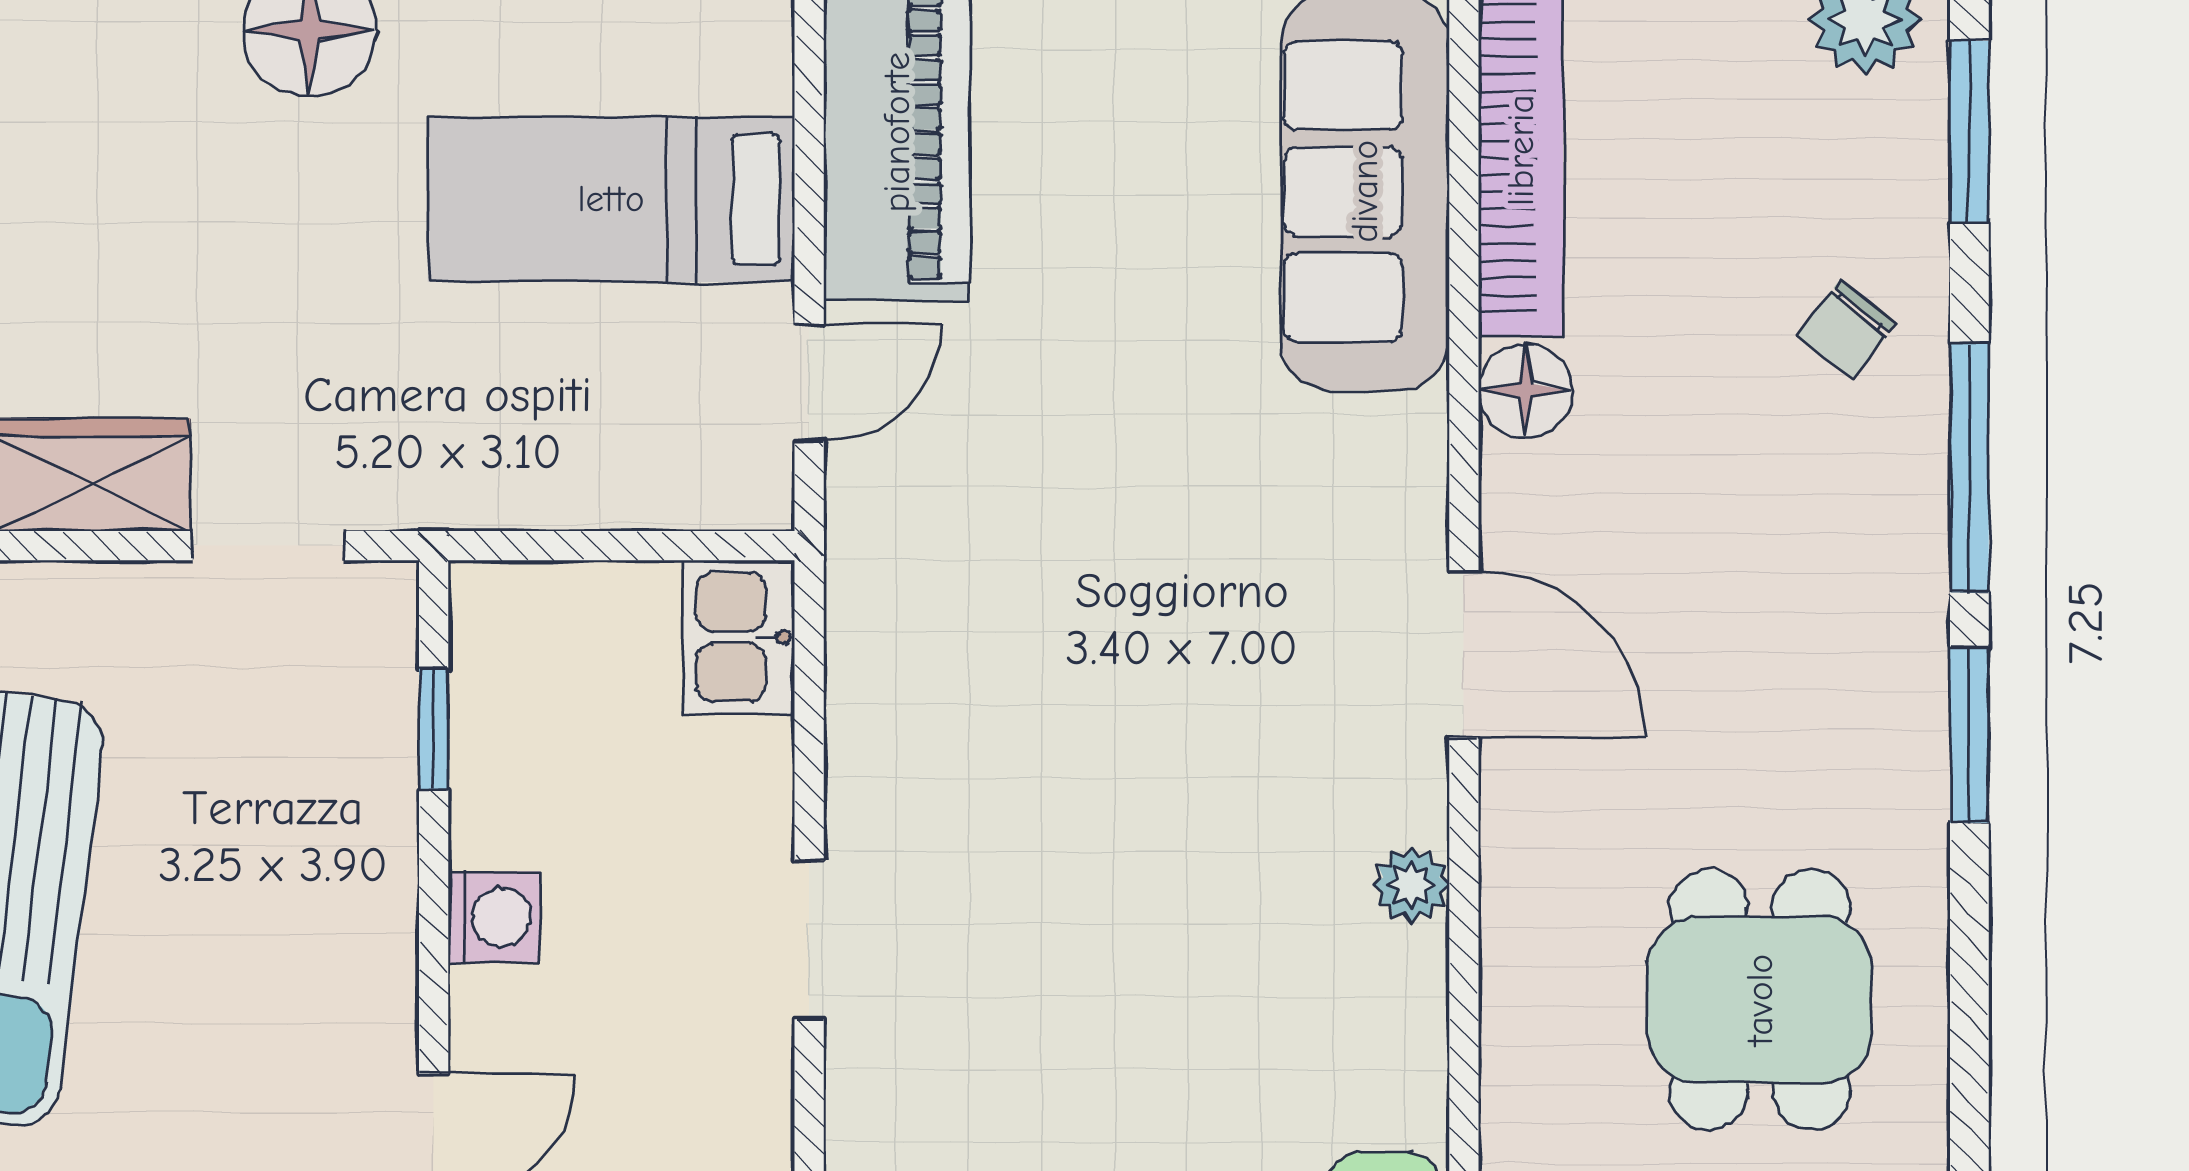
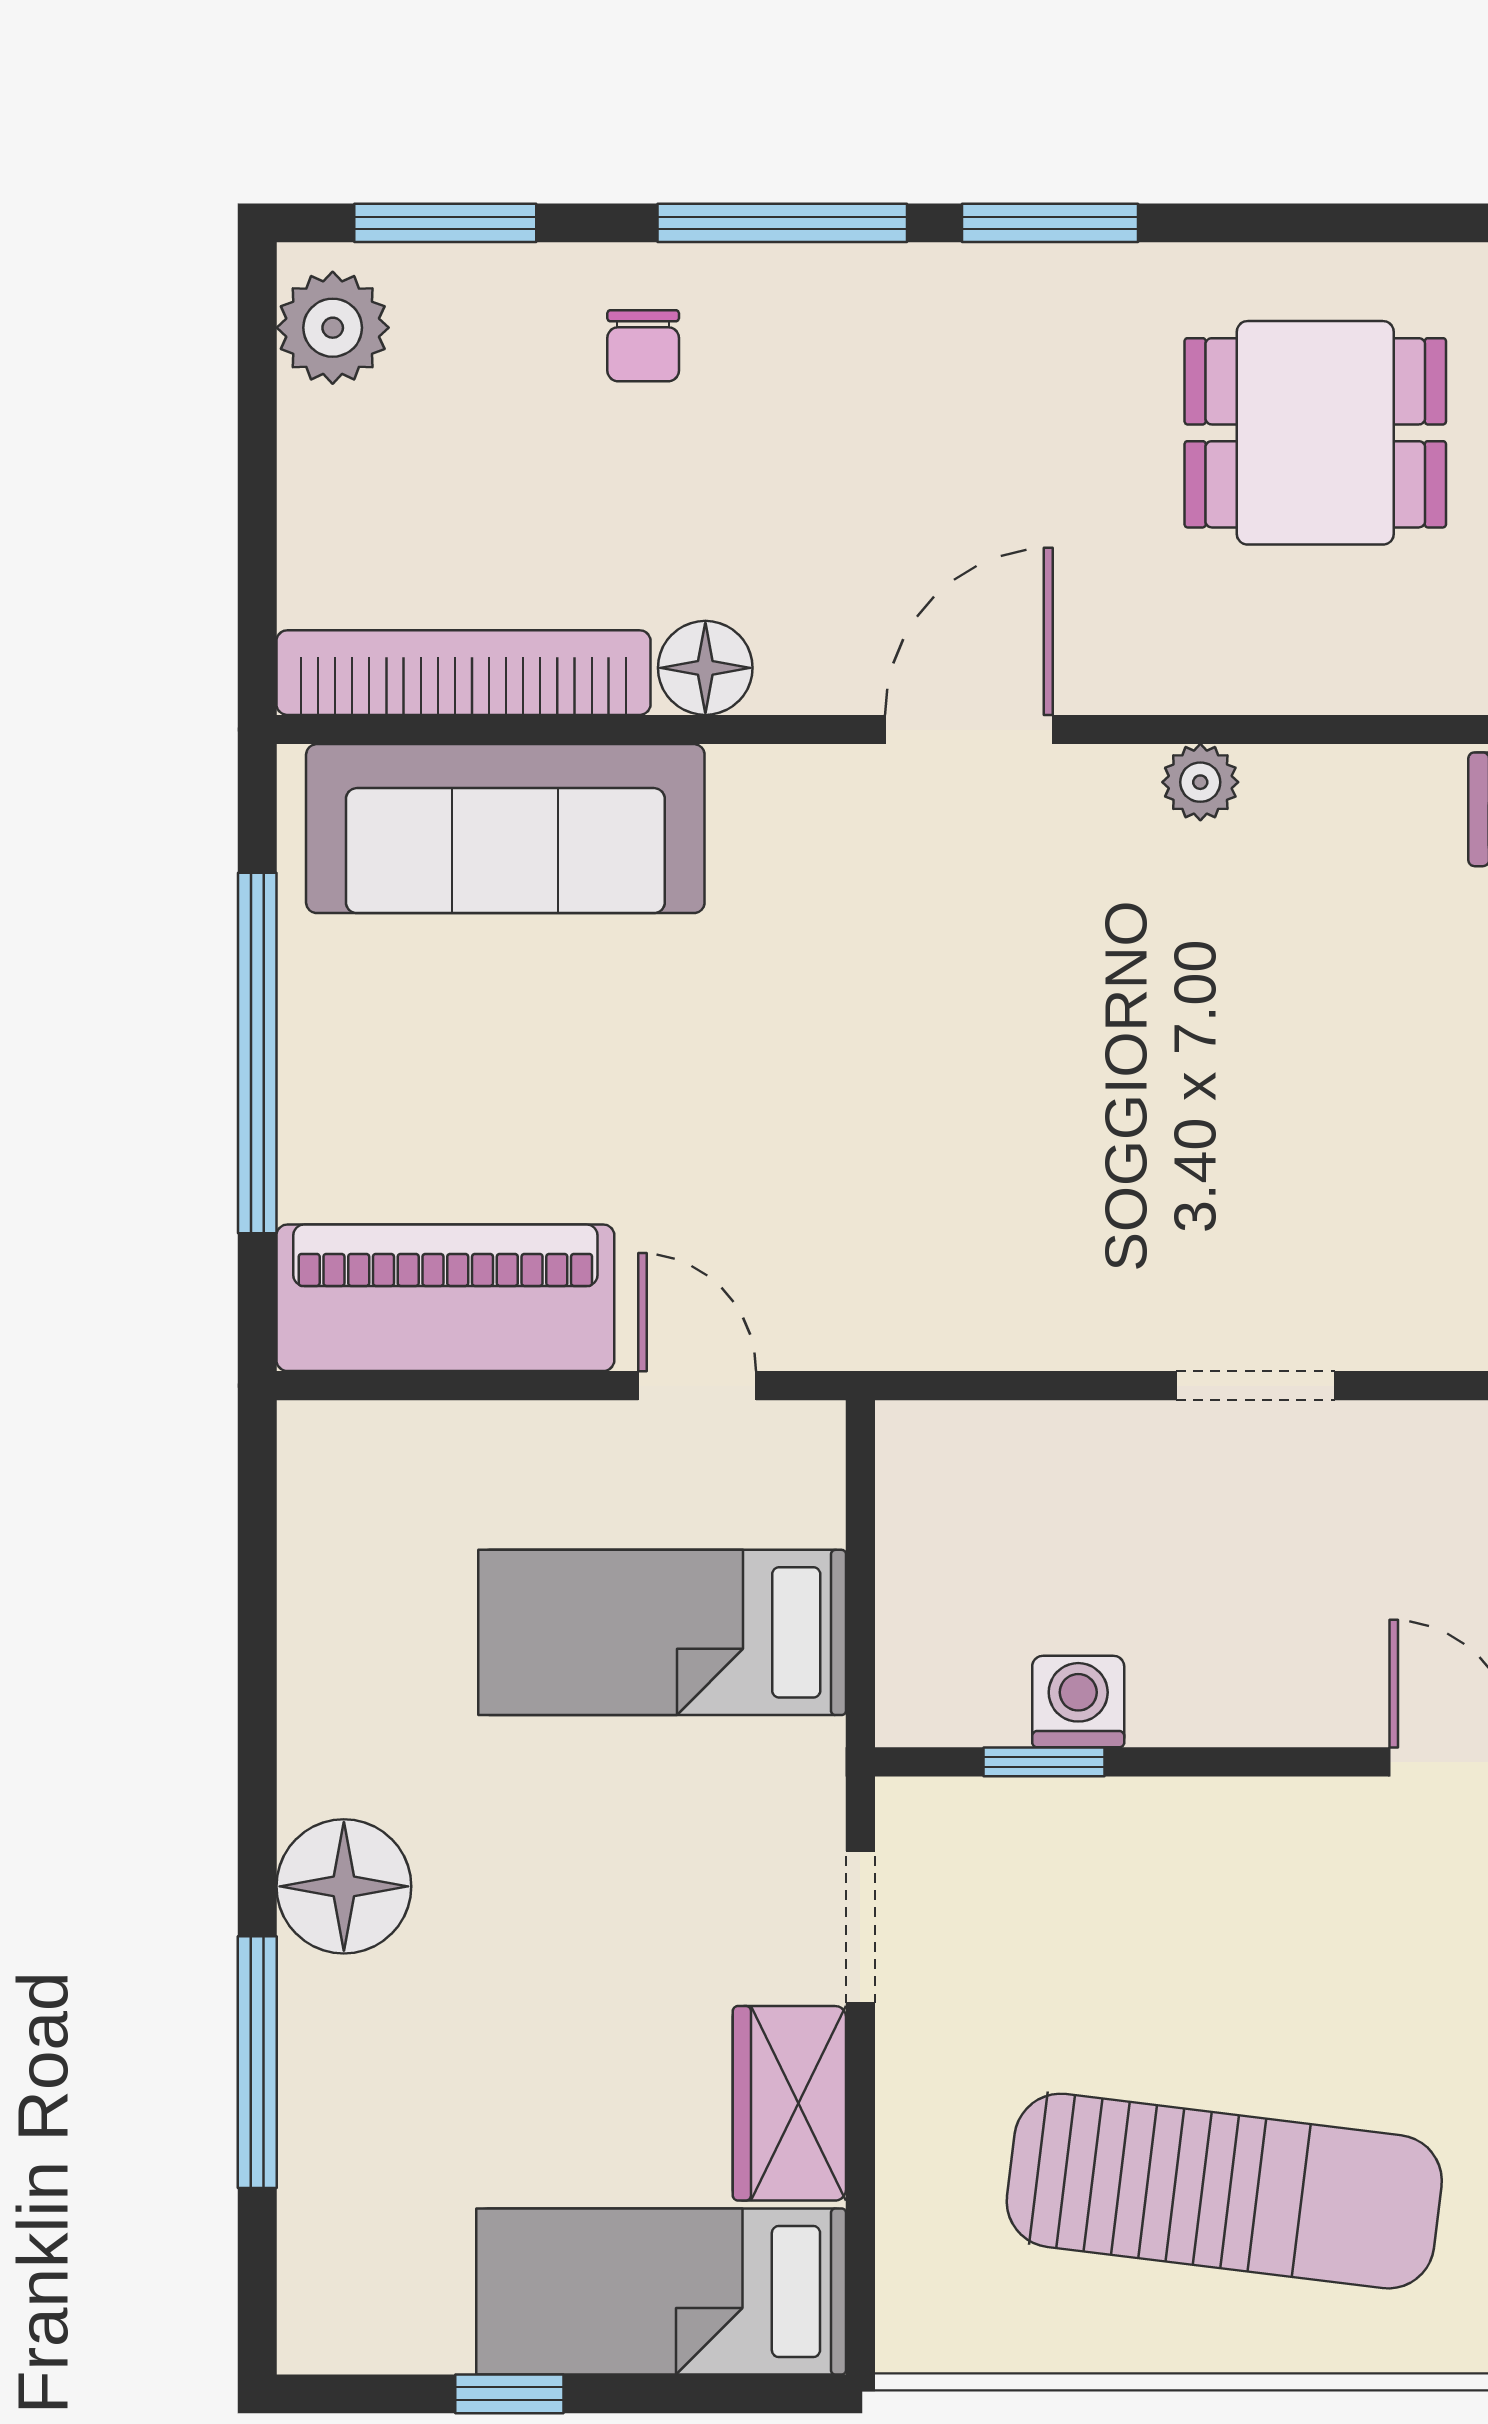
bed: (611, 199) -> (662, 1632), moved, turned 90
chair: (1847, 329) -> (643, 346), turned 52
kitchen sink: (739, 637) -> (952, 1456), removed
washing machine: (494, 917) -> (1078, 1702), moved

